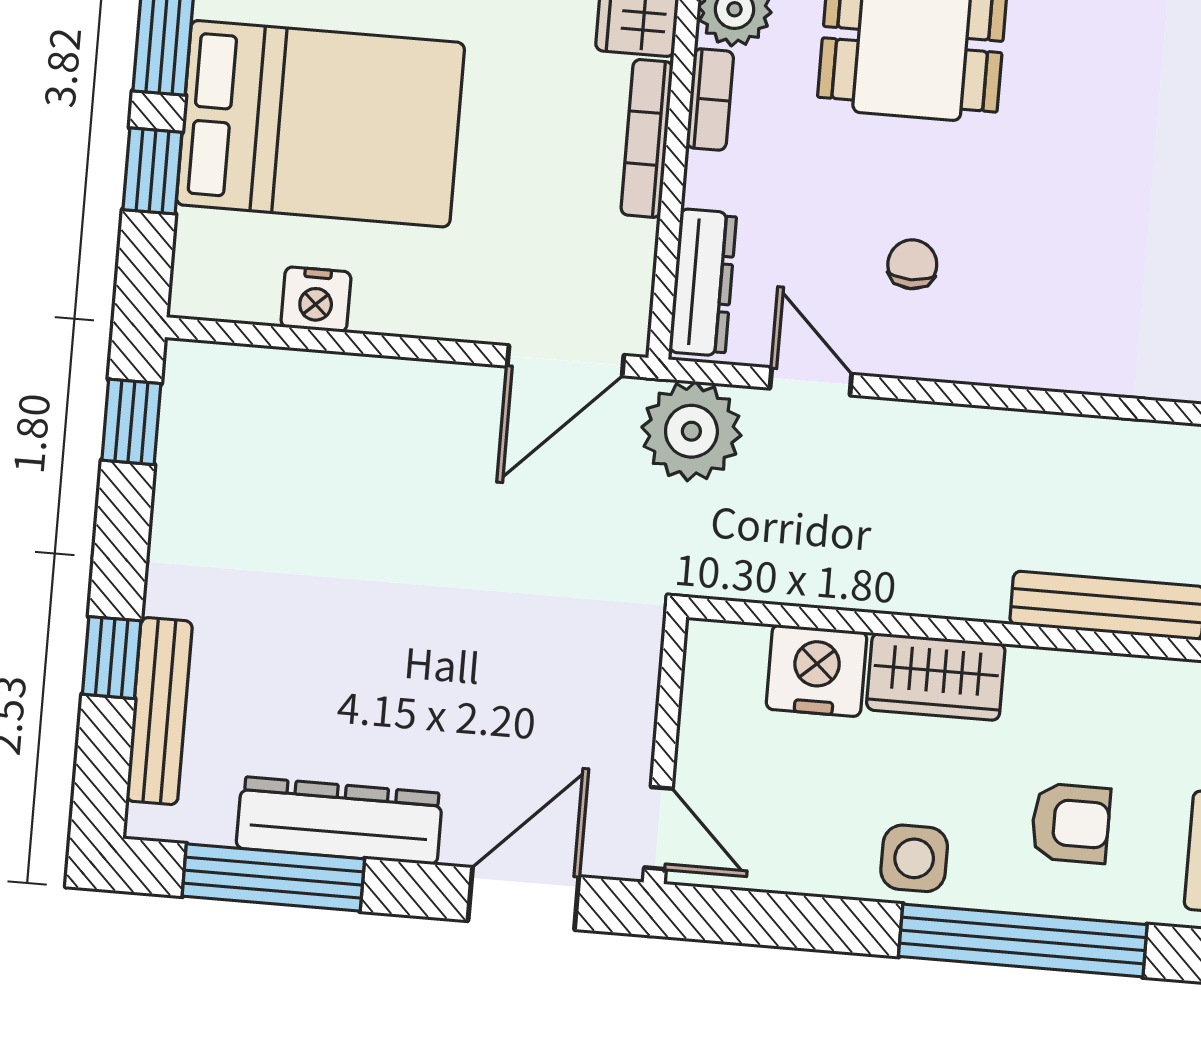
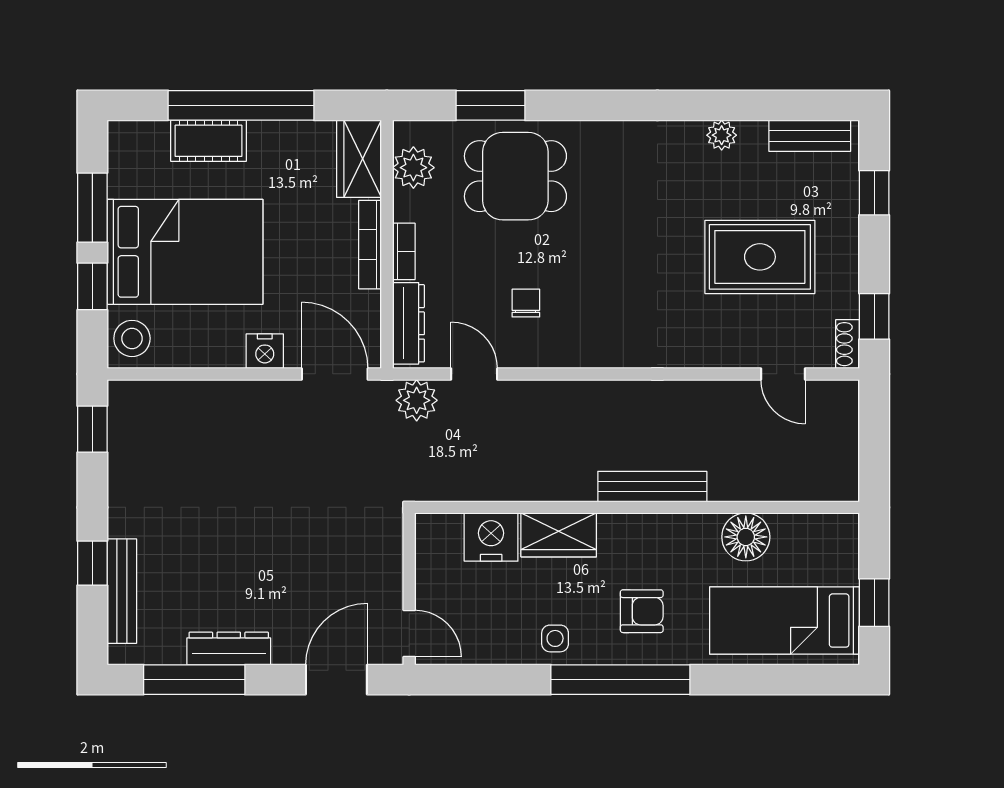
bookcase: (710, 99) -> (404, 251), moved
stool: (214, 268) -> (132, 338), added
nightstand: (316, 299) -> (265, 351), moved
door: (566, 361) -> (335, 374), swing flipped
plant: (691, 431) -> (417, 400), width x0.73, depth x0.73
dresser: (339, 821) -> (229, 648), width x0.73, depth x0.80
side table: (914, 858) -> (555, 638), width x0.73, depth x0.73

